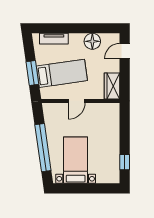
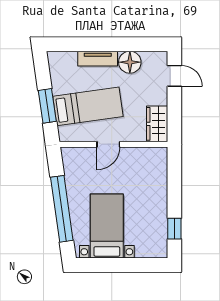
tv unit: (54, 39) -> (98, 59), moved
door: (125, 51) -> (174, 76), swing flipped

